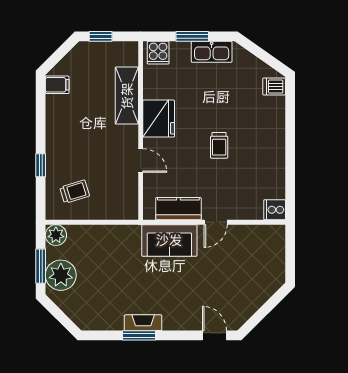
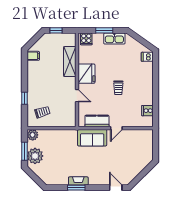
cooker: (275, 210) -> (147, 111), moved

